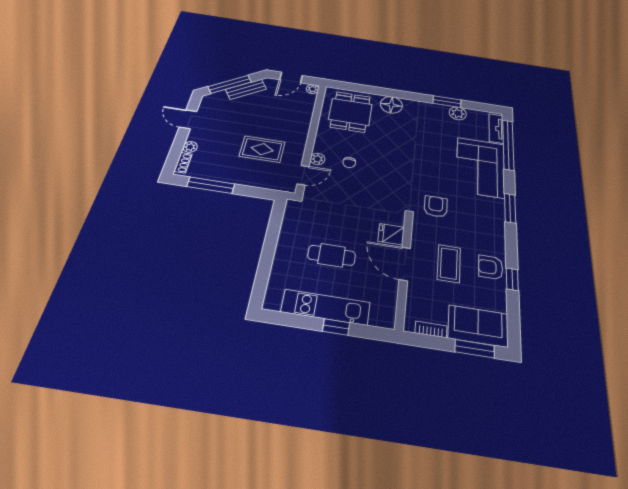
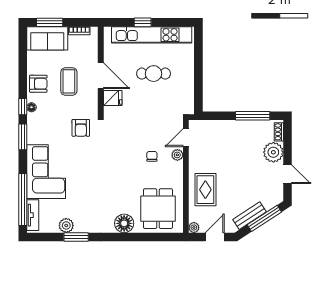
plant: (190, 147) -> (273, 152), width x1.88, depth x1.88
rug: (262, 149) -> (205, 190), moved, turned 90
floor lamp: (500, 240) -> (31, 107), added
window: (512, 279) -> (23, 107), moved
kitchen unit: (326, 307) -> (152, 35), width x1.36

